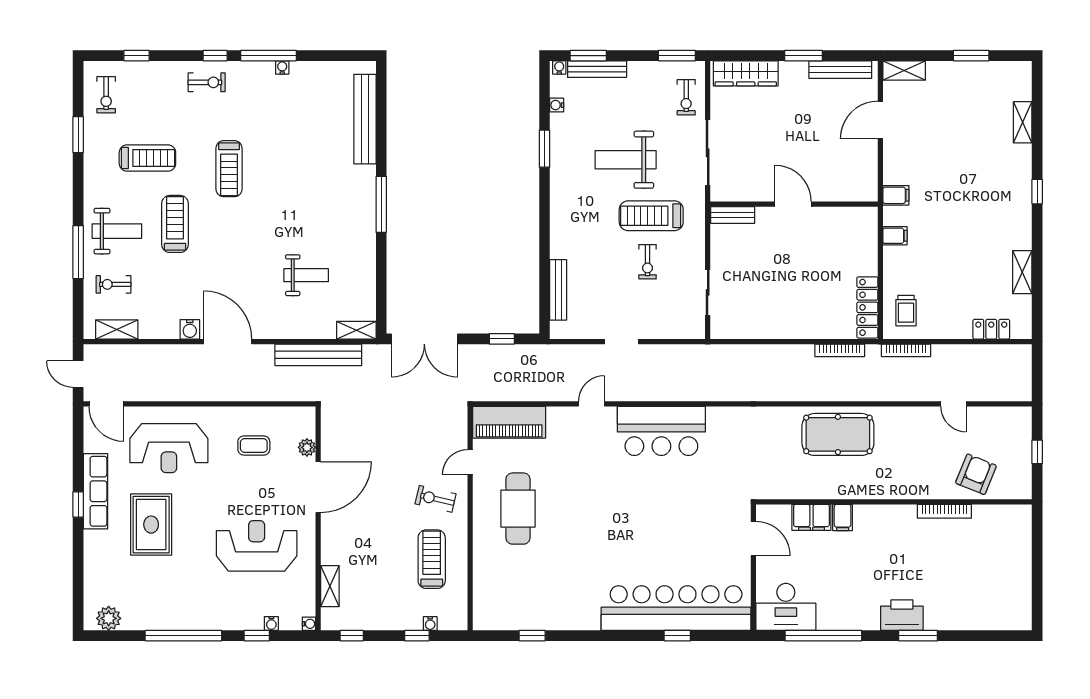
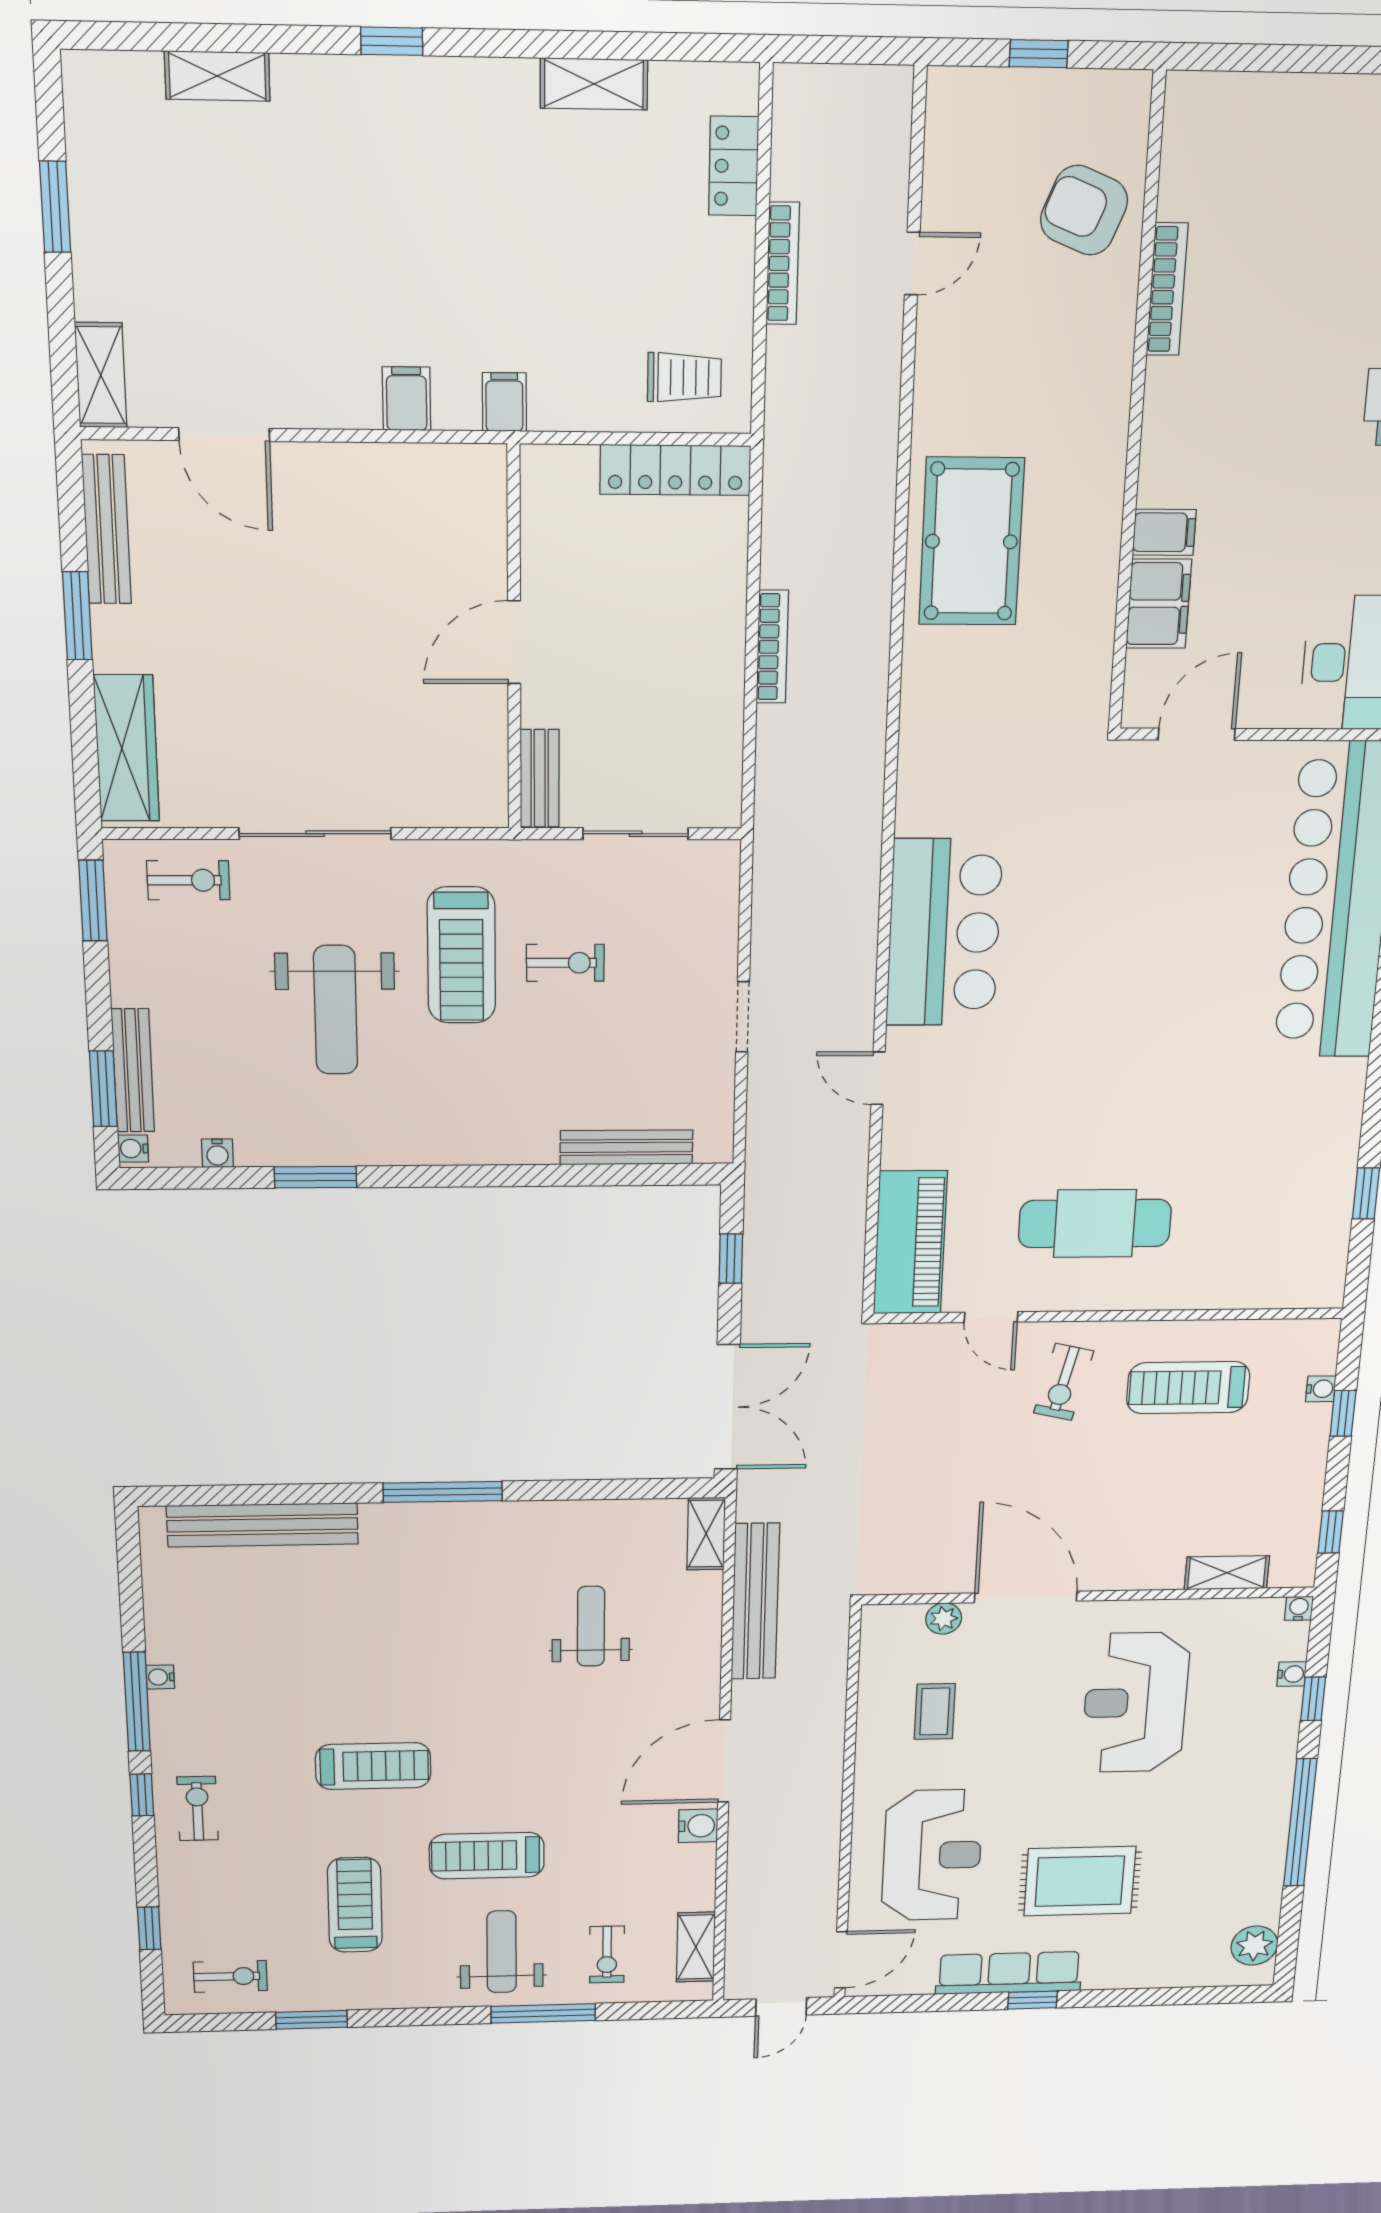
door: (793, 204) -> (514, 642), moved
wall: (794, 204) -> (514, 640), moved
bench: (733, 215) -> (540, 778), moved
bookcase: (840, 350) -> (772, 647), moved
bookcase: (906, 350) -> (783, 263), moved

